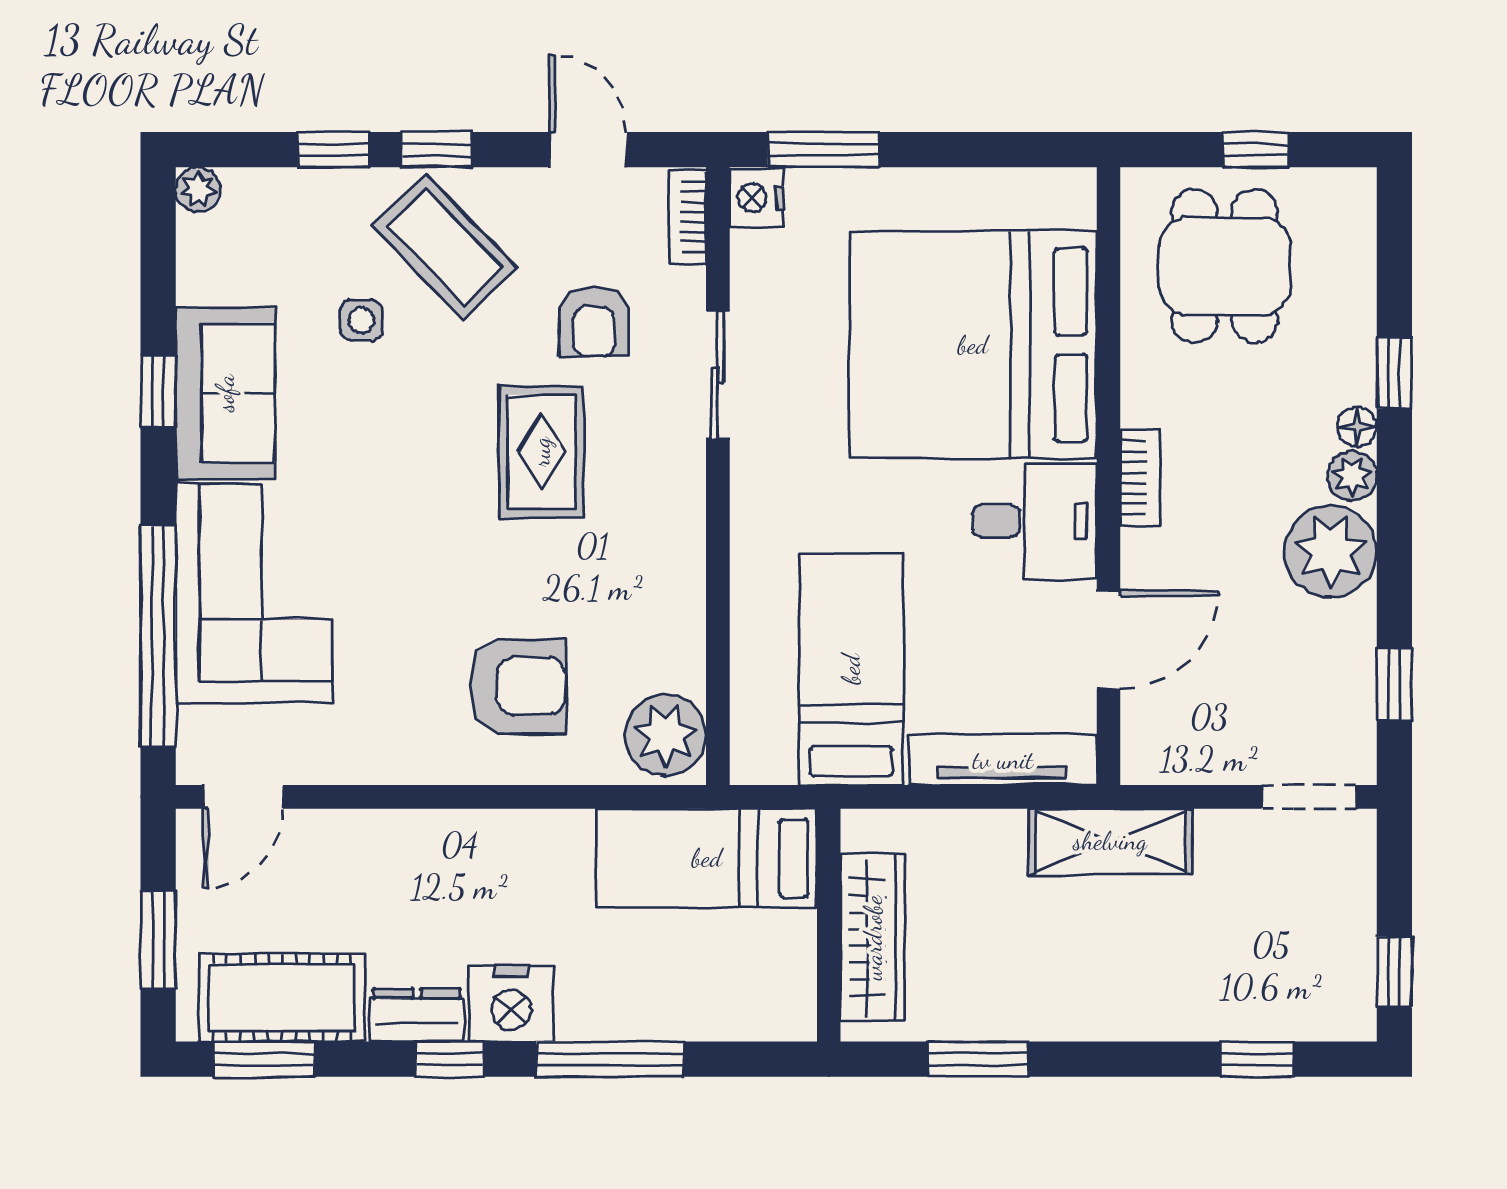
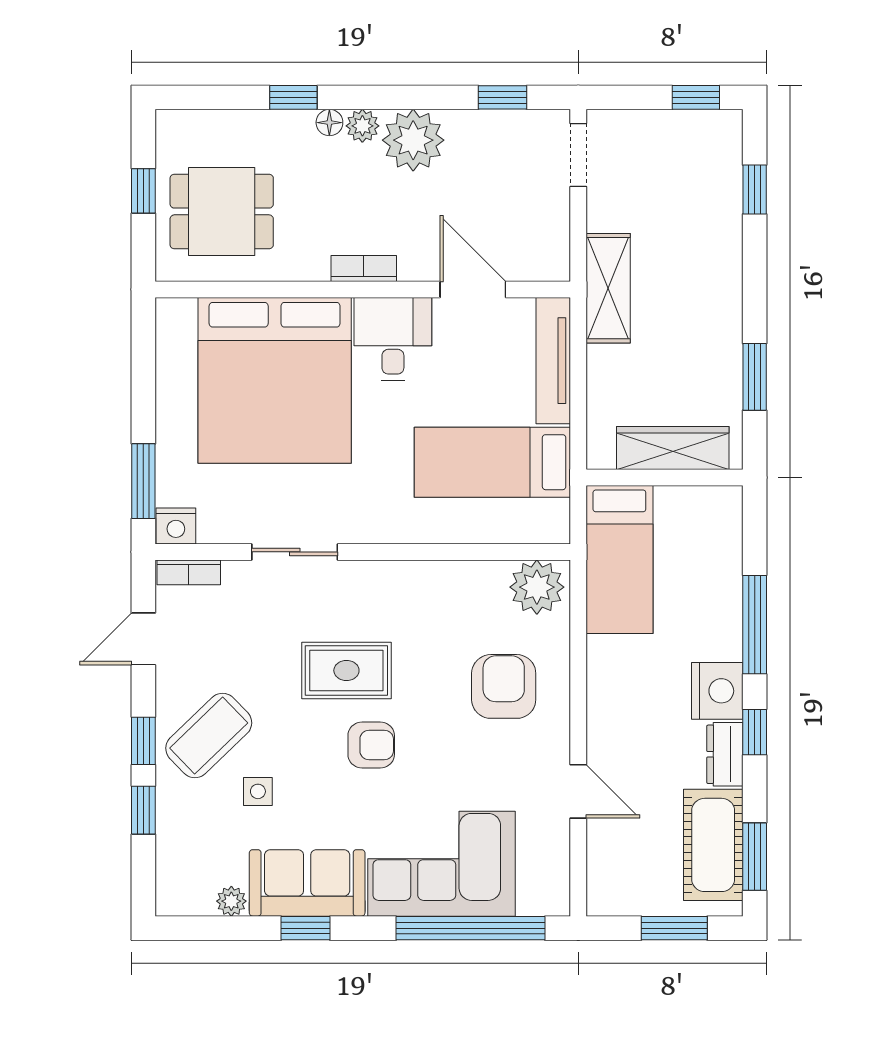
plant: (198, 189) -> (231, 901), moved
armchair: (594, 322) -> (371, 745), moved
door: (243, 797) -> (578, 791), moved

